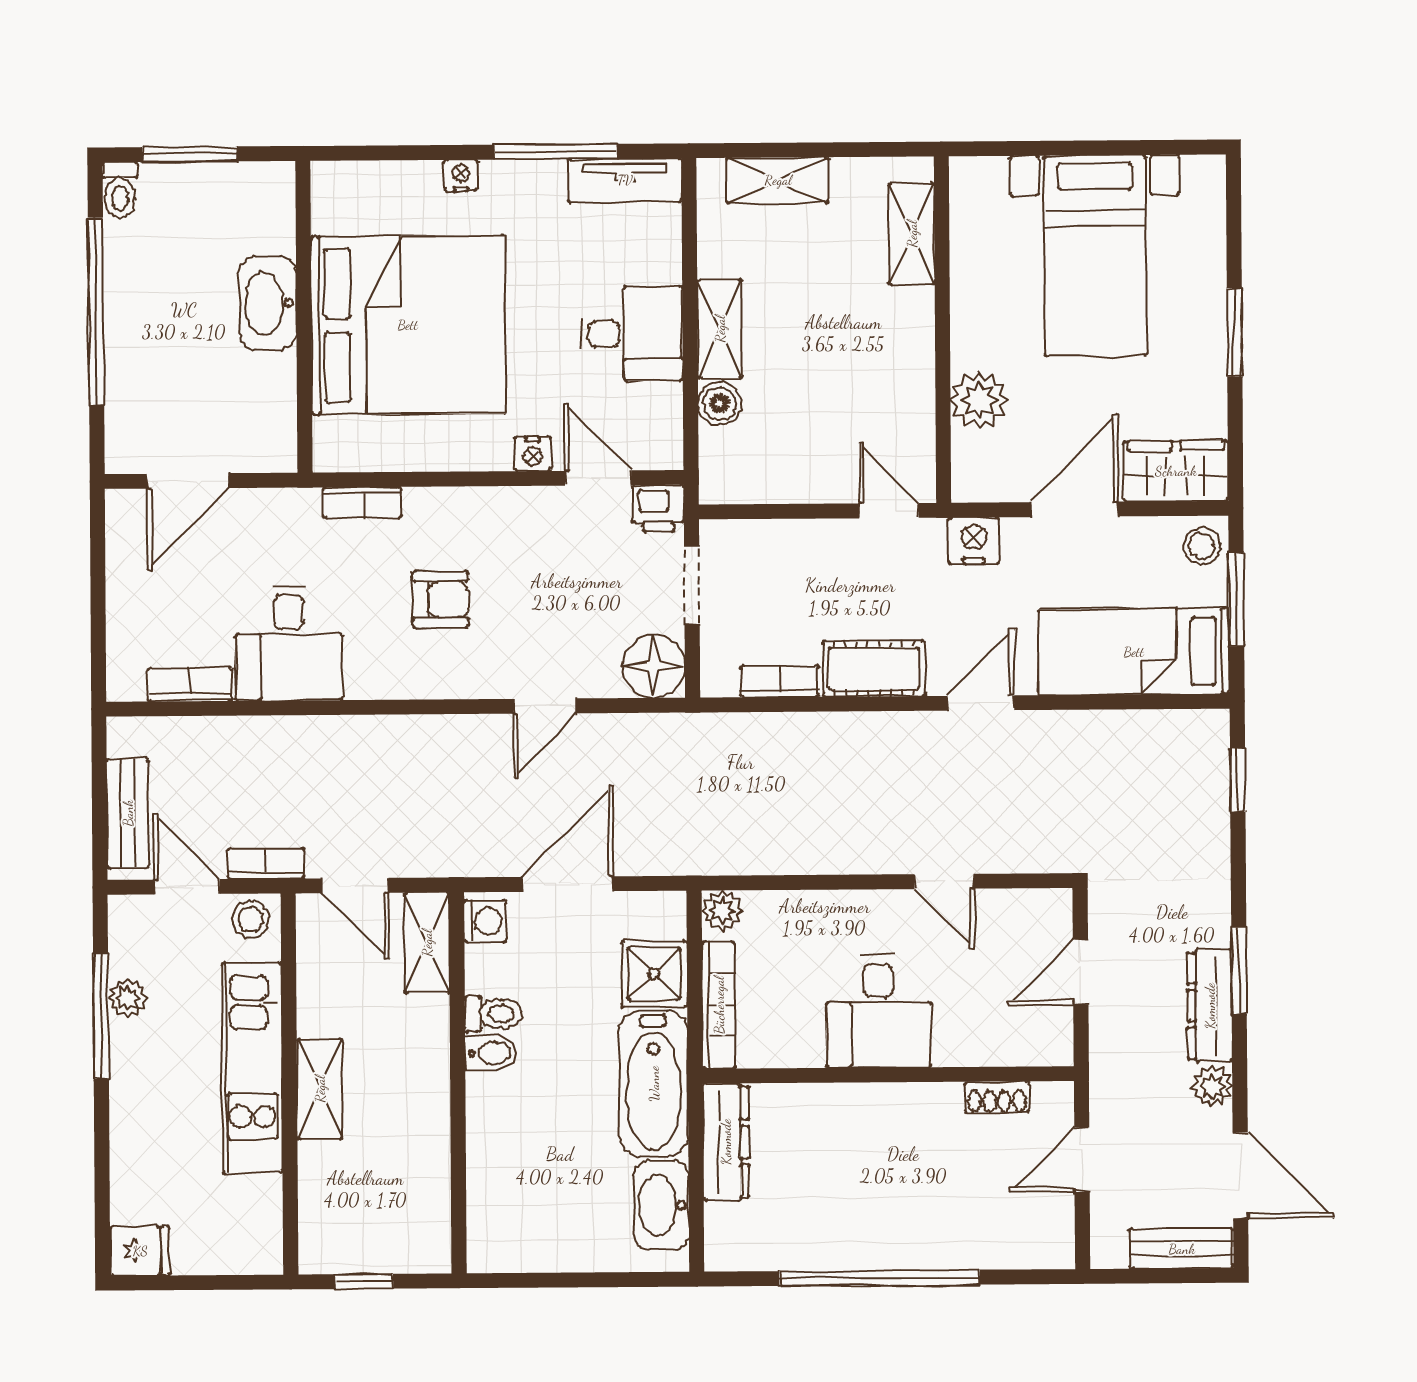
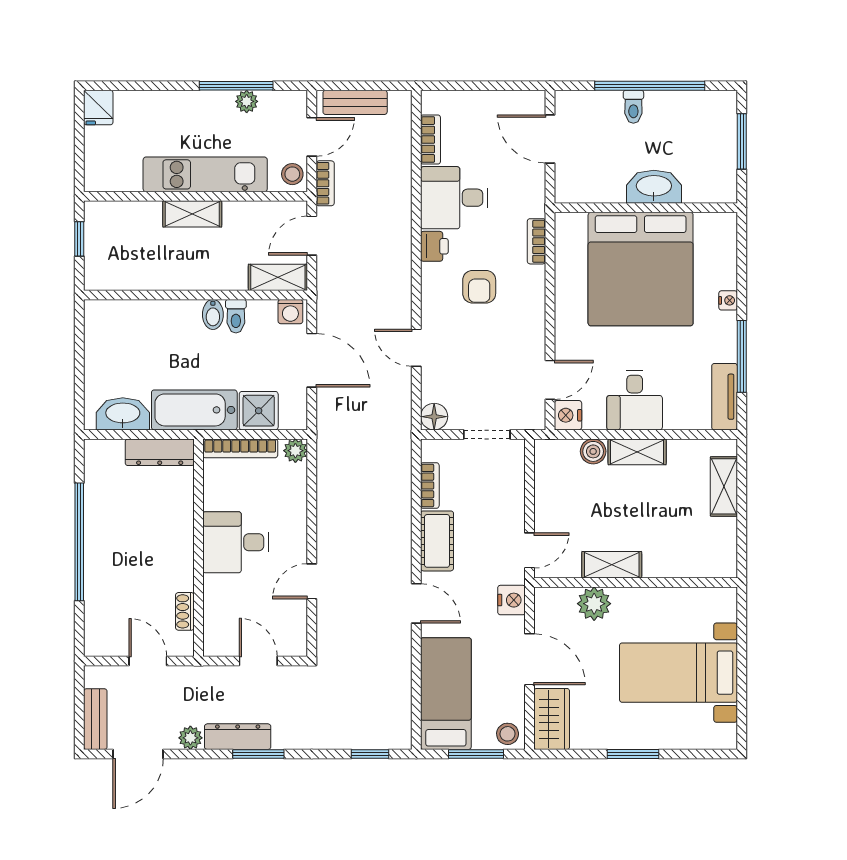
toilet: (120, 190) -> (633, 107), moved, turned -90
shelving: (912, 234) -> (612, 565), moved
nightstand: (533, 454) -> (568, 415), moved, width x1.39, depth x1.35
printer: (658, 508) -> (434, 246), moved, turned 180
floor lamp: (653, 666) -> (434, 417), width x0.73, depth x0.73

